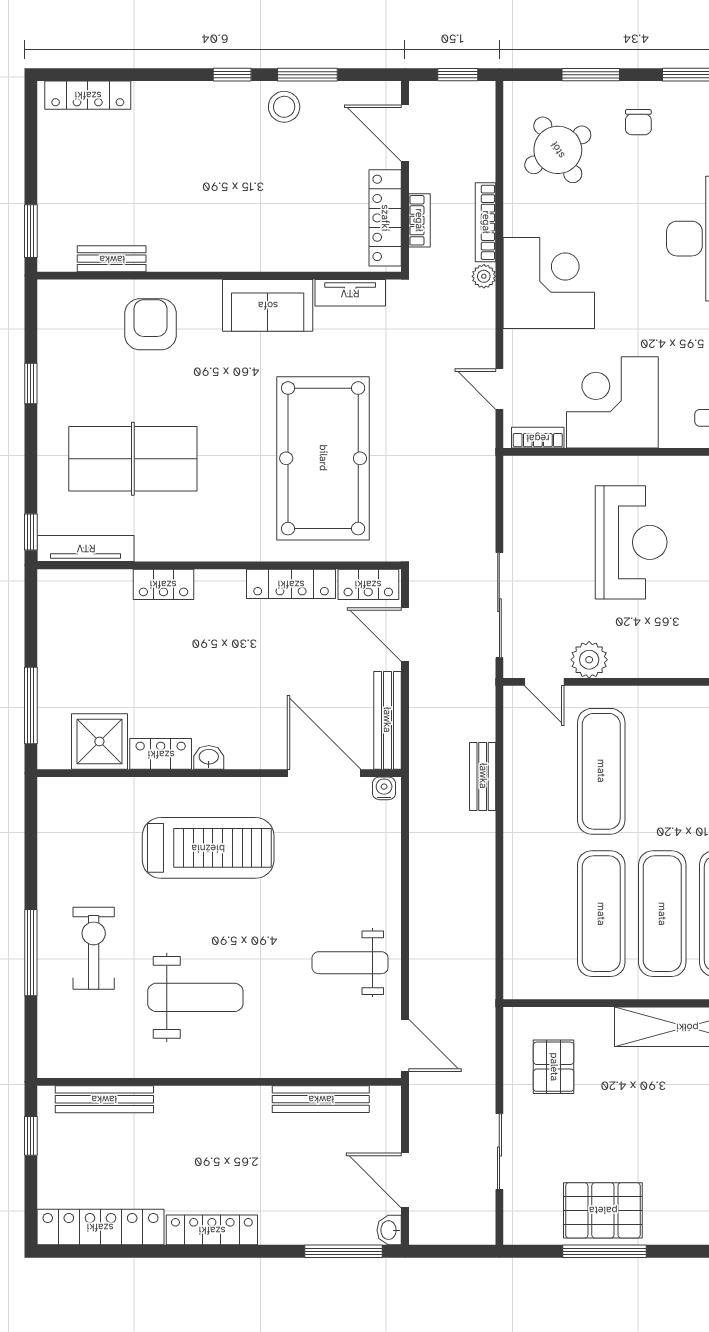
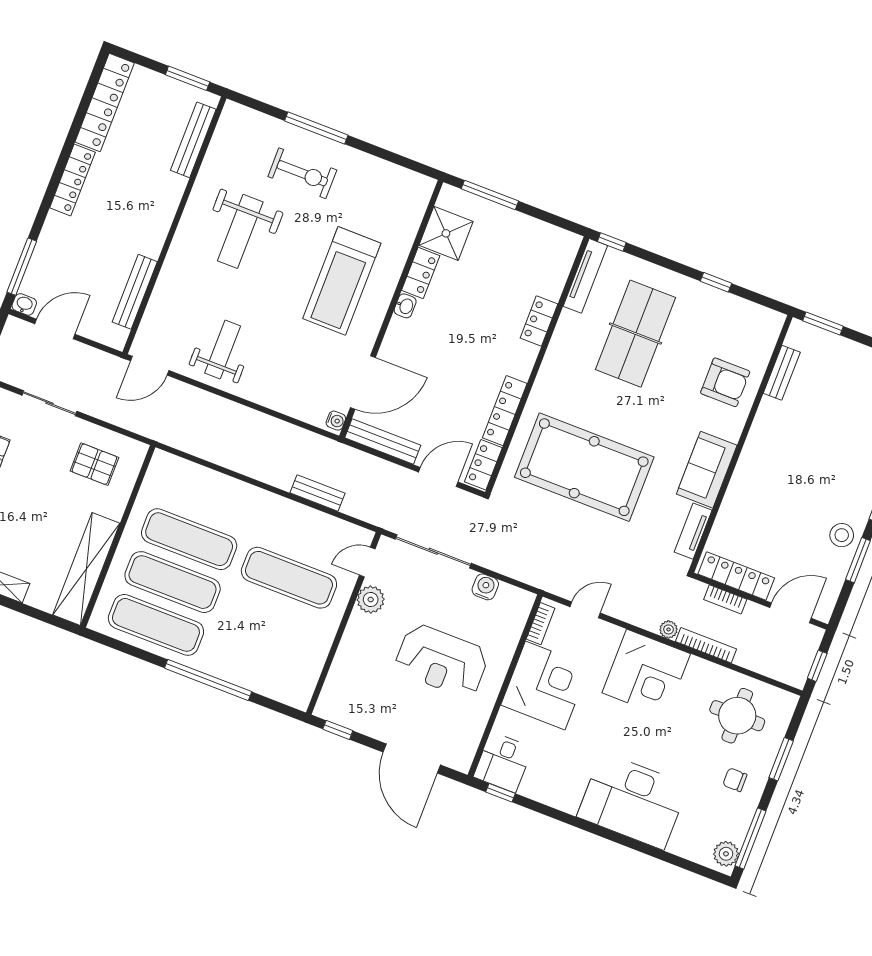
round table: (558, 150) -> (737, 716), turned 32
water cooler: (519, 524) -> (485, 587), added
window: (31, 1136) -> (188, 78), width x1.50

